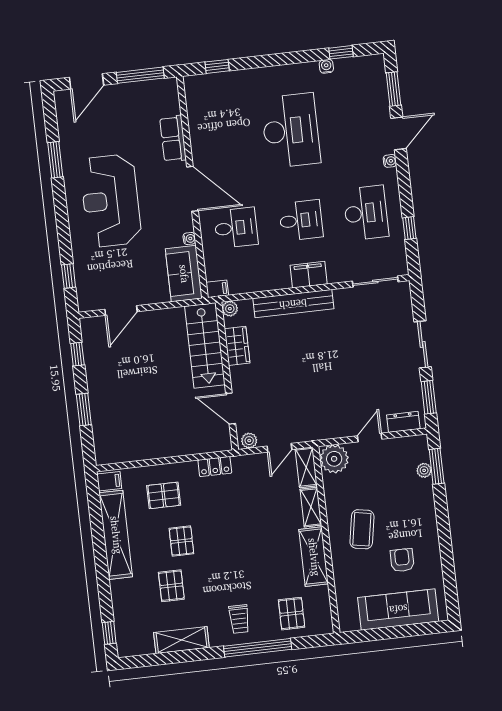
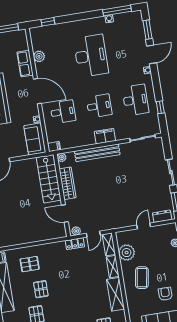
window: (341, 52) -> (117, 10), width x2.17
plant: (198, 127) -> (39, 56), added
wardrobe: (237, 346) -> (68, 183), width x1.50
plant: (334, 459) -> (127, 253), moved
locker: (215, 467) -> (75, 244), moved

